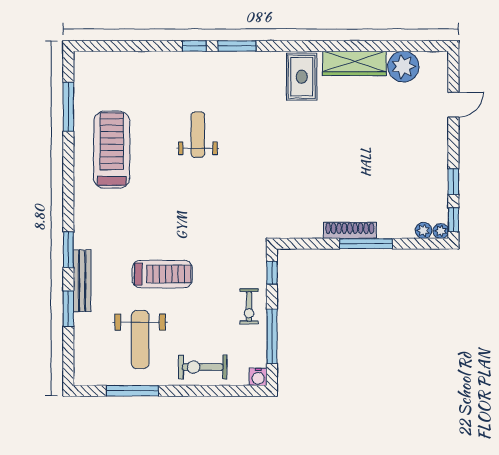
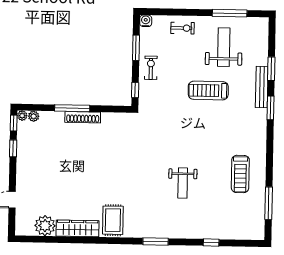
window: (194, 46) -> (211, 242), moved
treadmill: (112, 150) -> (240, 174), width x0.73, depth x0.73
window: (272, 336) -> (136, 48), width x0.69
exercise bike: (203, 367) -> (182, 28), width x0.73, depth x0.72

